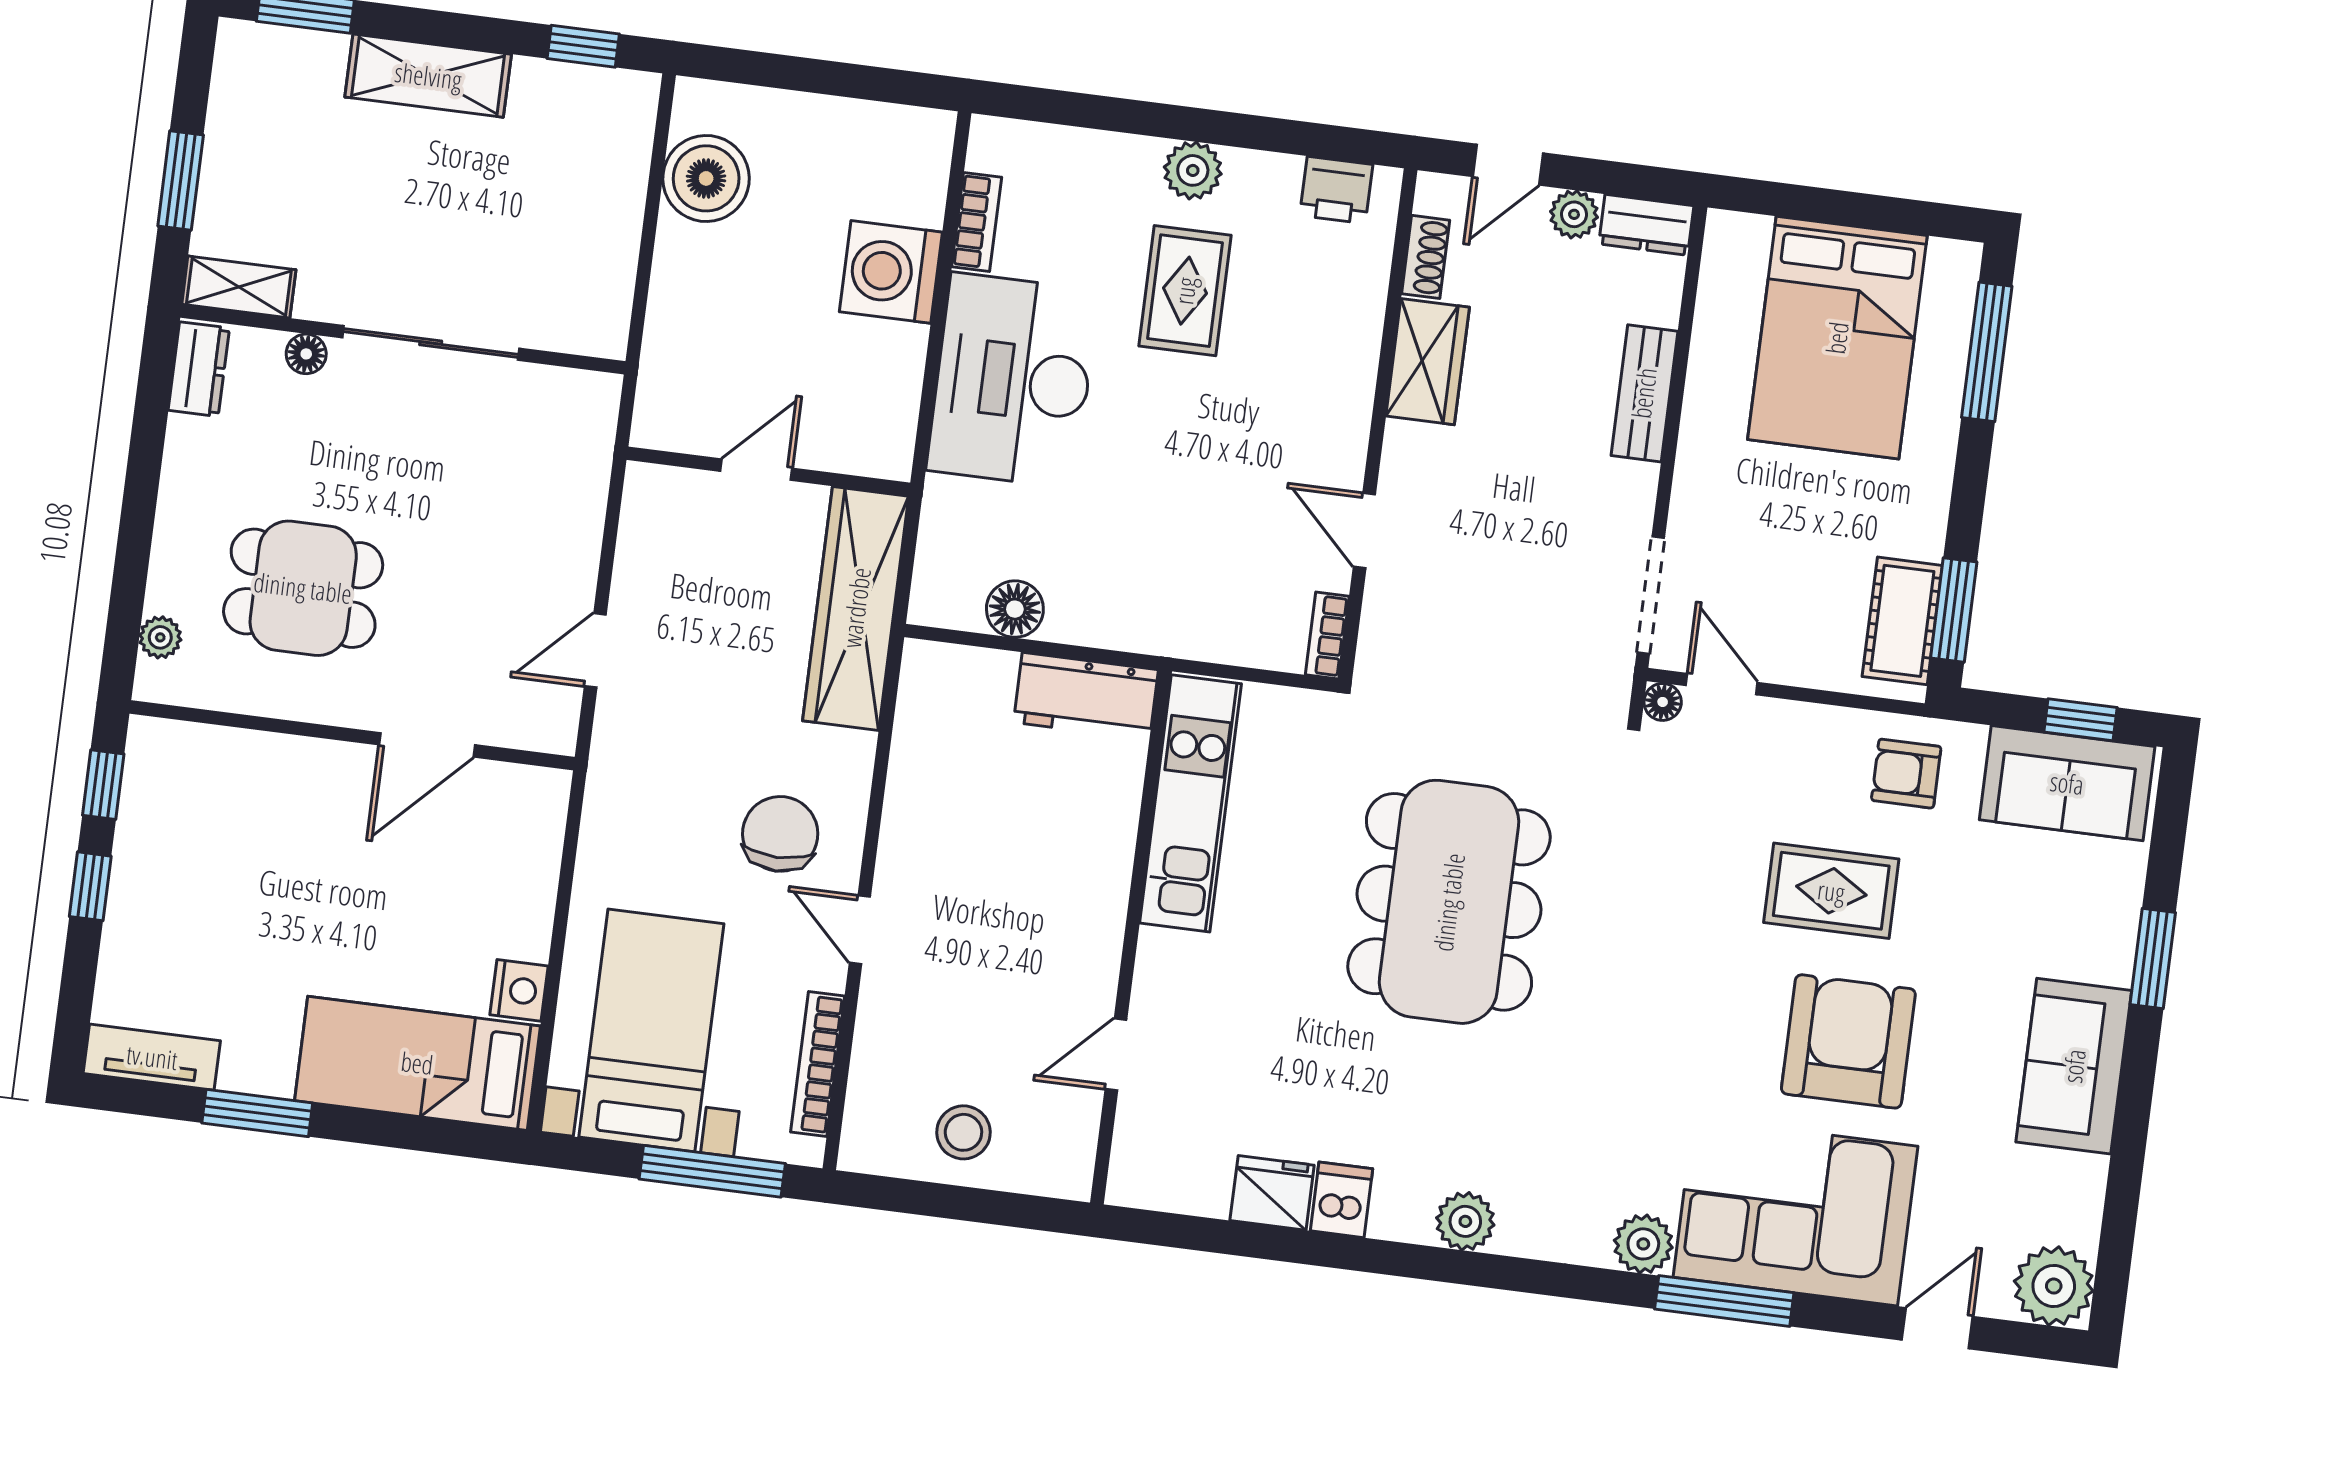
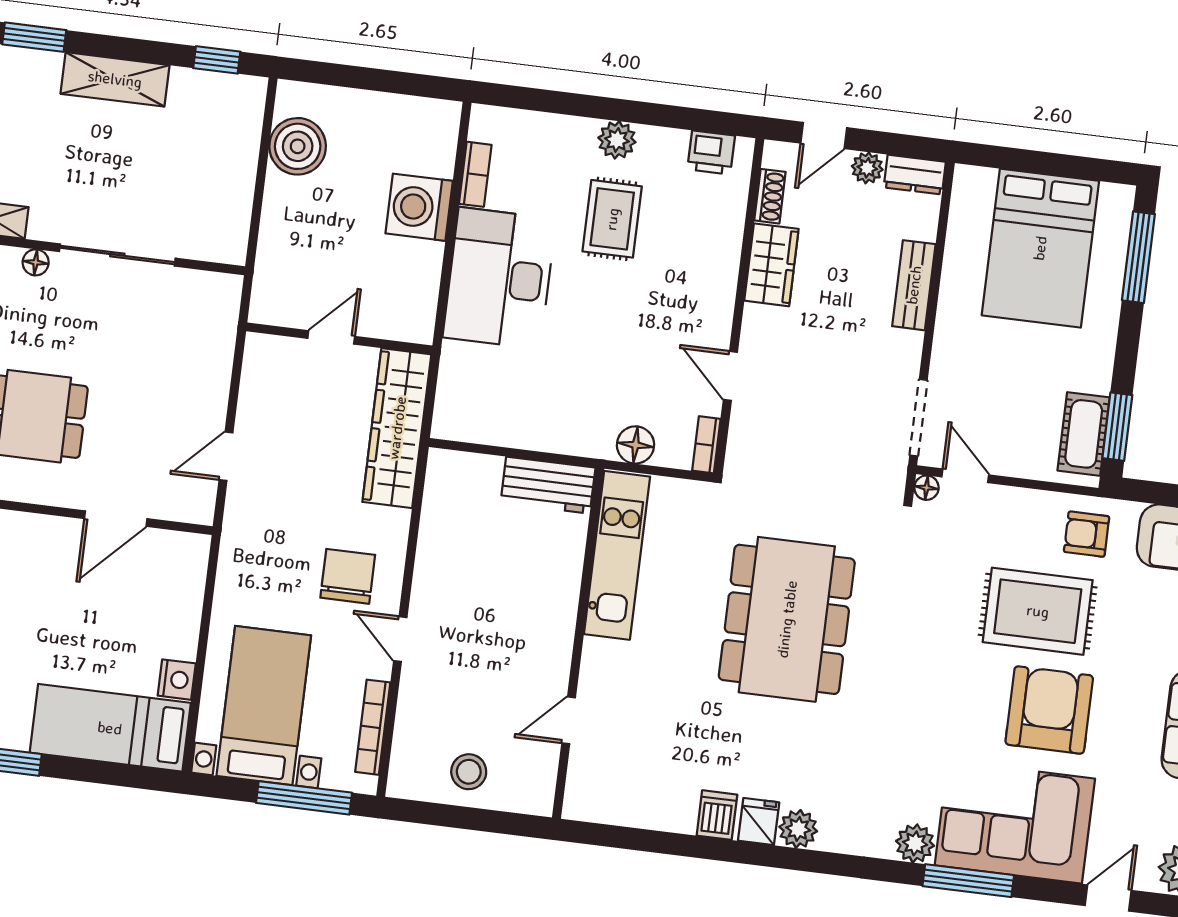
floor lamp: (1015, 609) -> (636, 445), moved
rug: (1831, 891) -> (1038, 611), width x1.36, depth x1.43
fridge: (1272, 1193) -> (759, 822), moved, width x0.72

